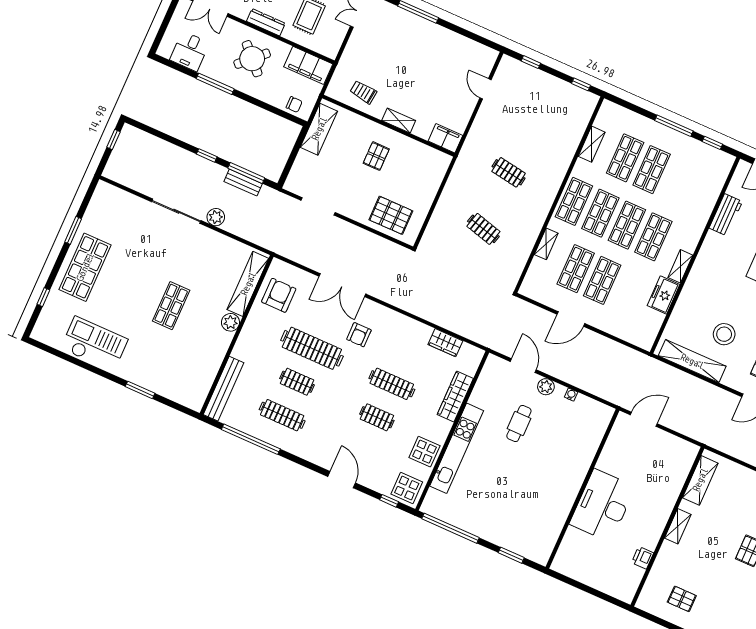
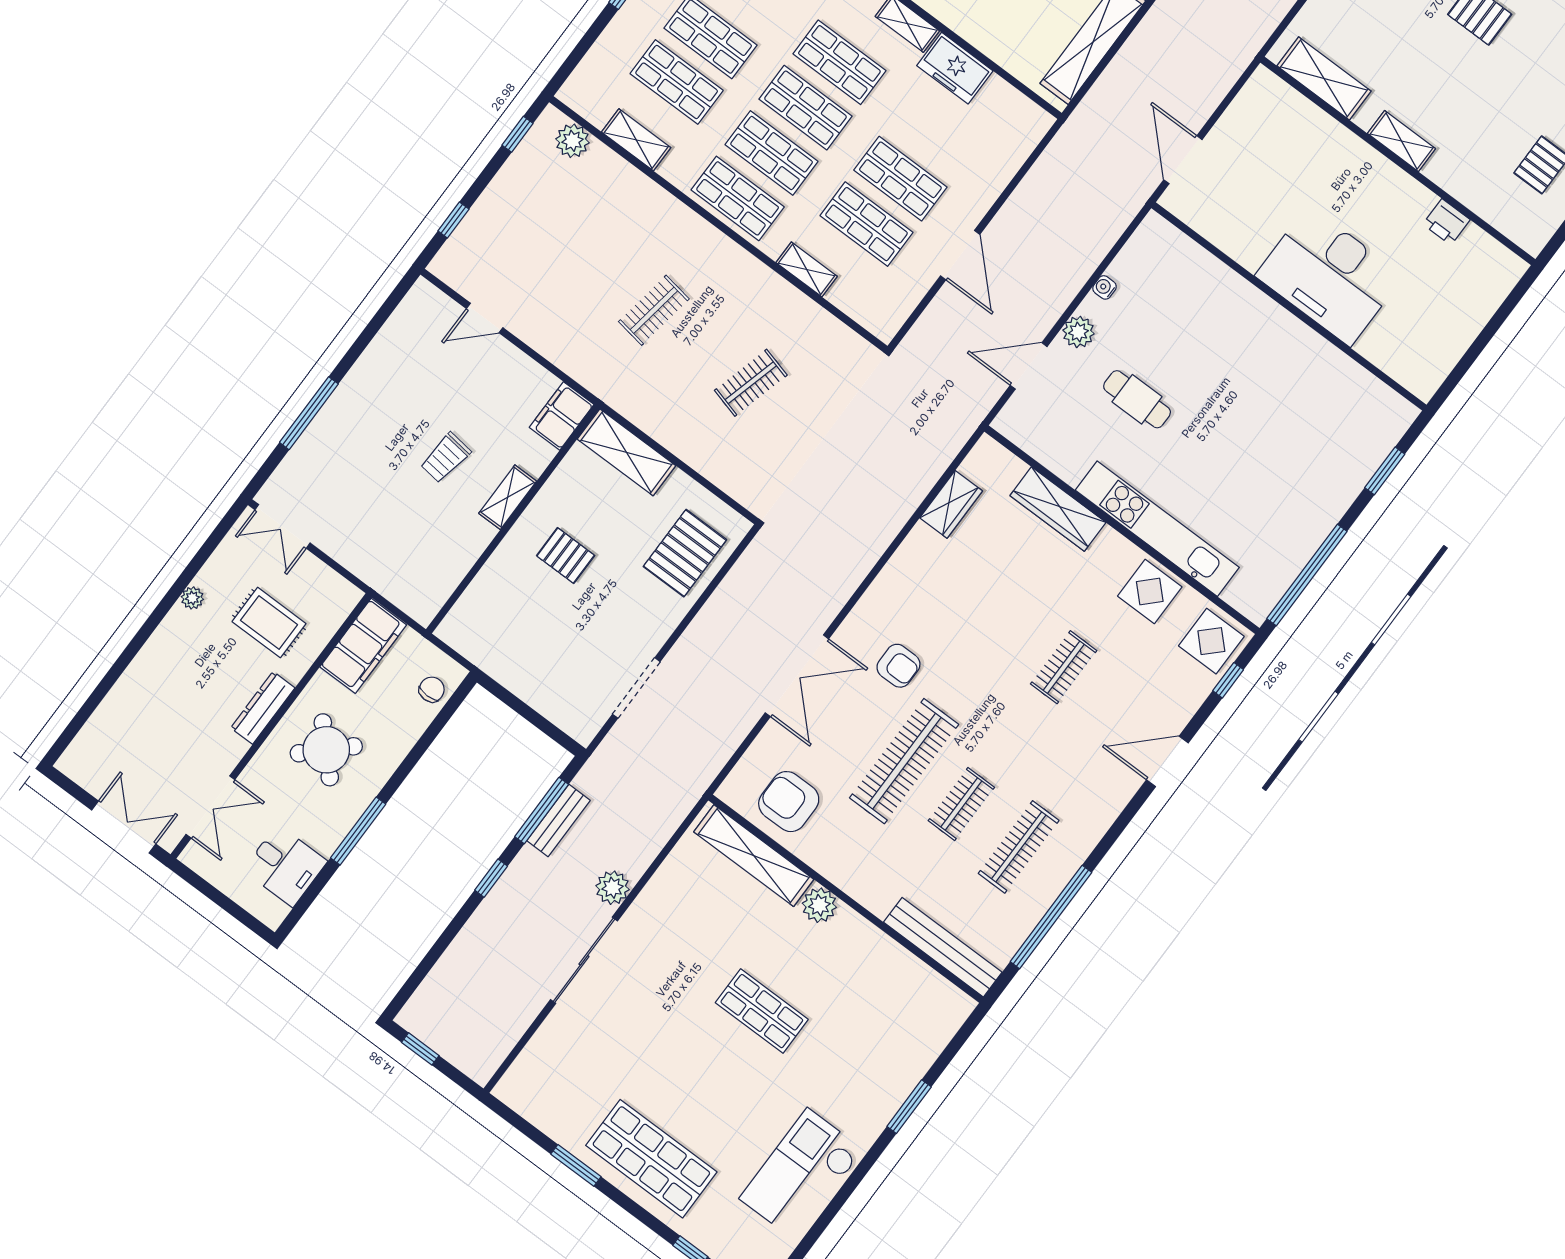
trolley: (363, 92) -> (446, 458), moved
plant: (584, 113) -> (572, 141), added
shelving: (319, 129) -> (626, 452), moved
clothes rail: (392, 384) -> (1006, 624), removed

